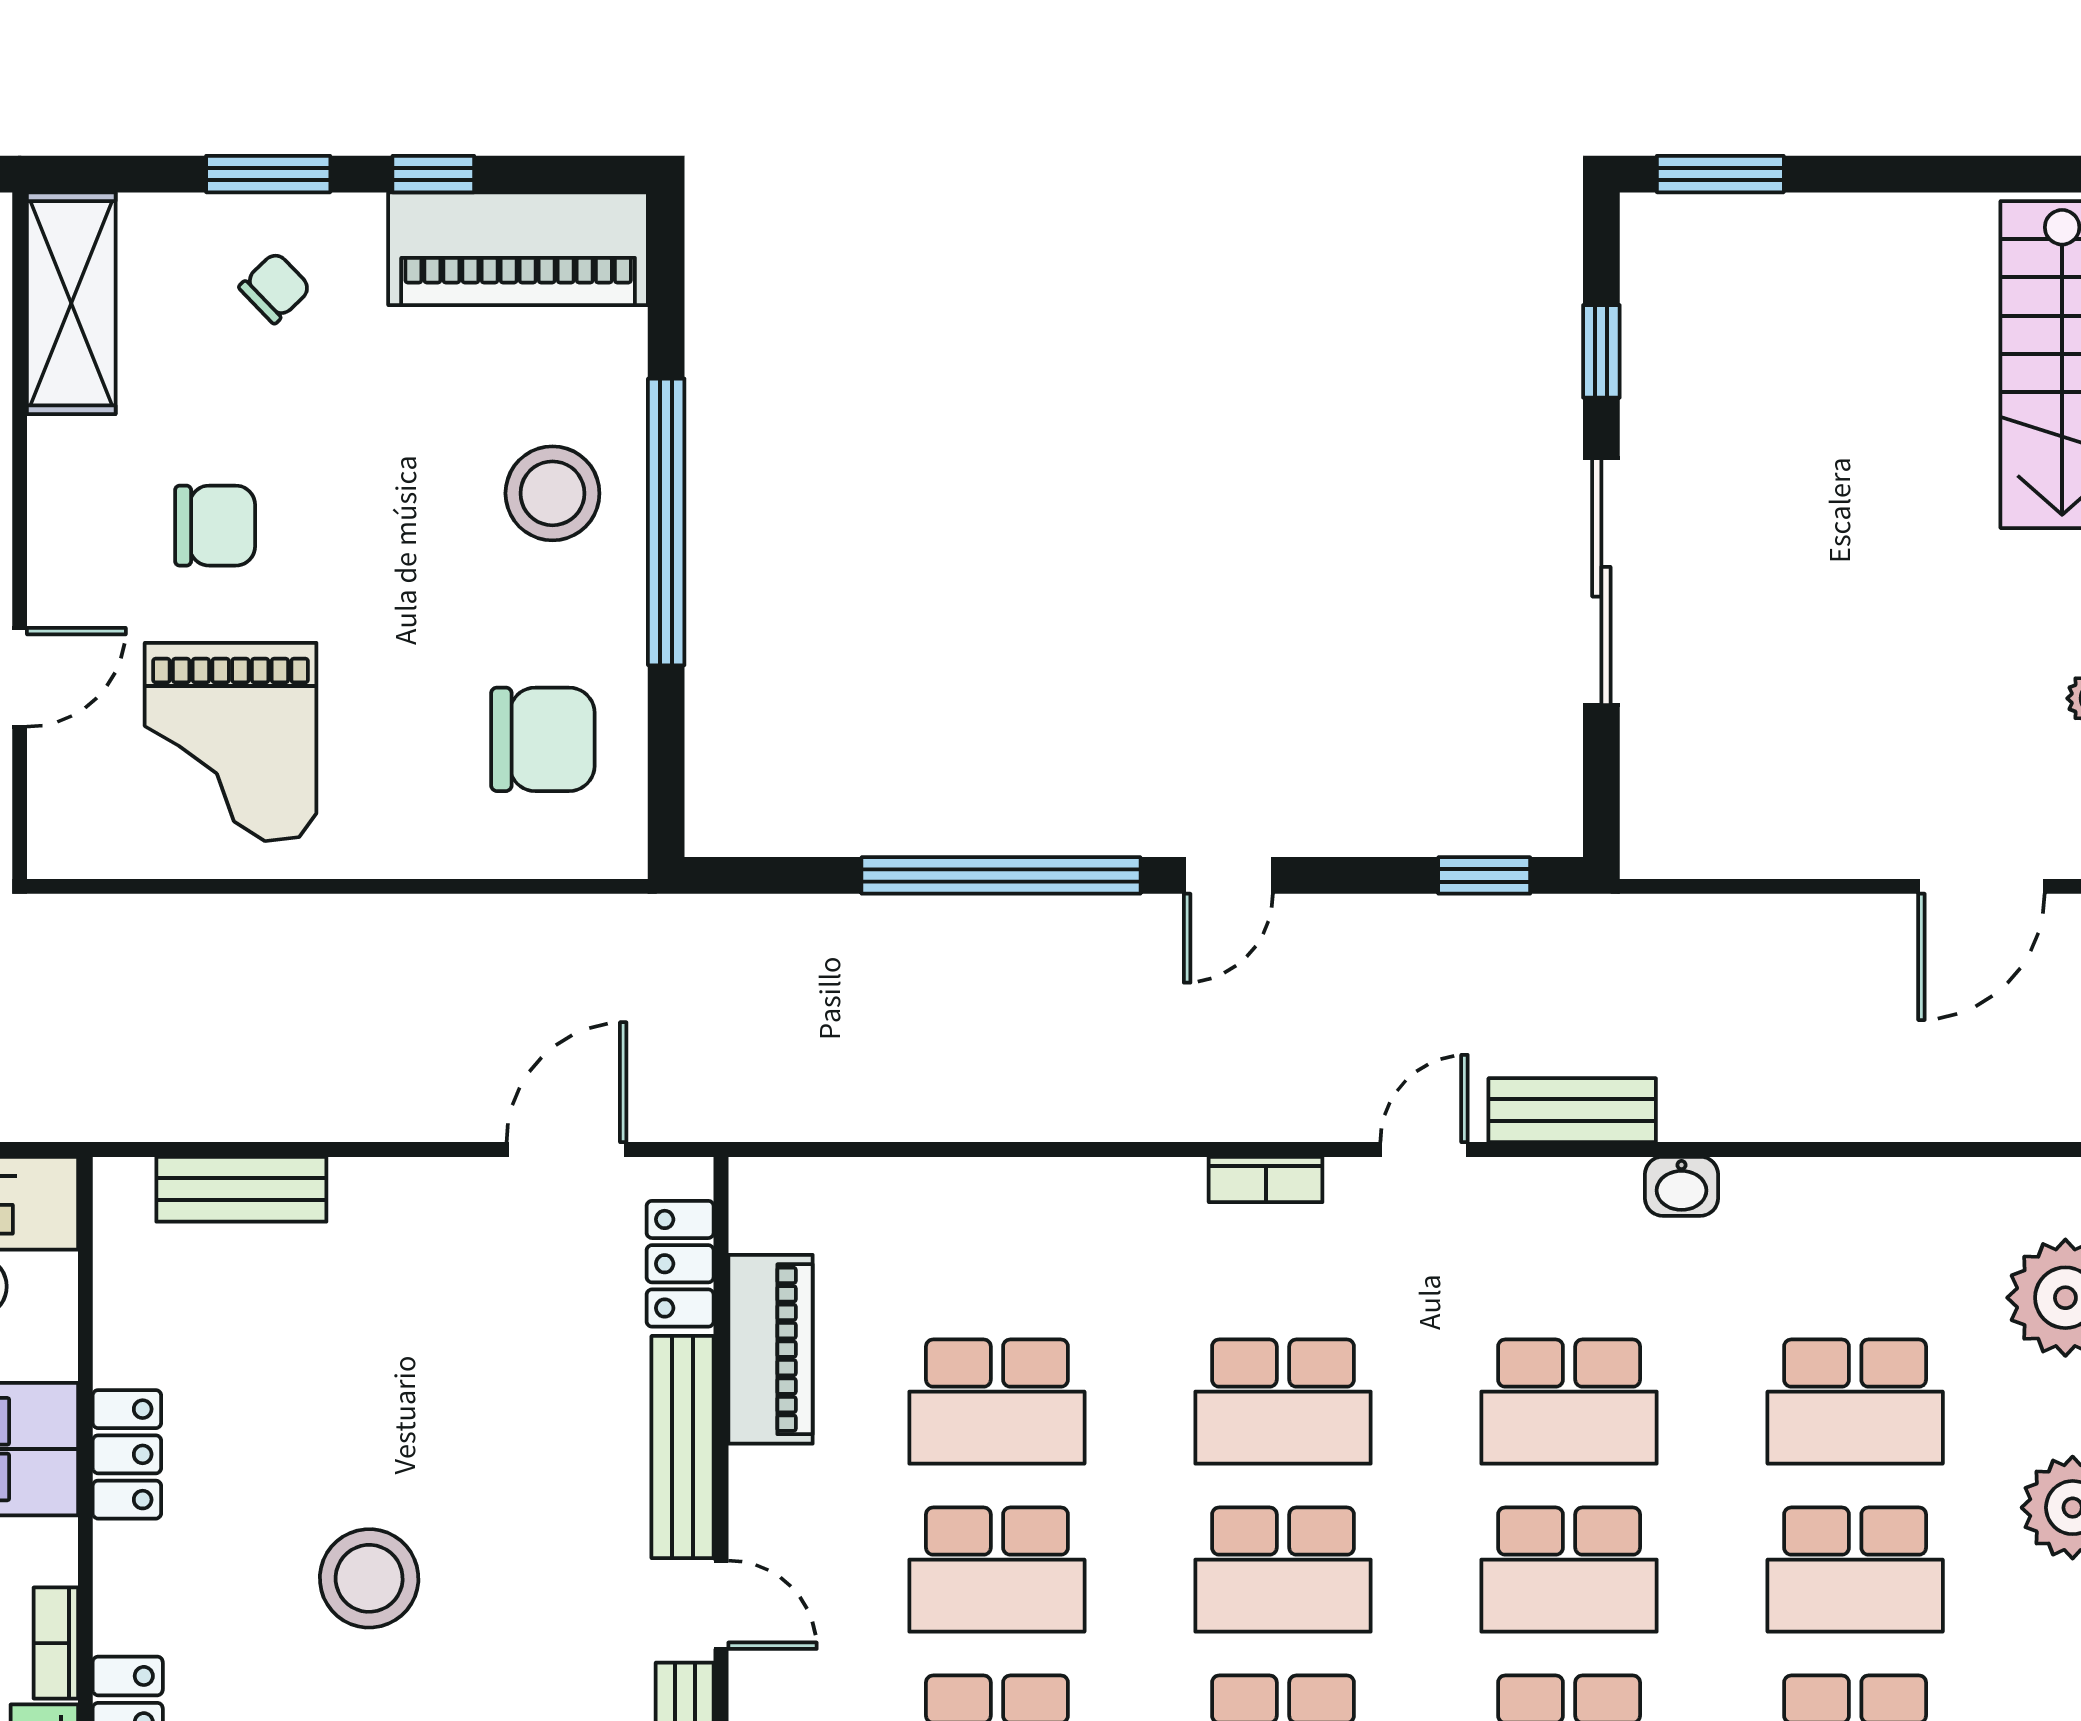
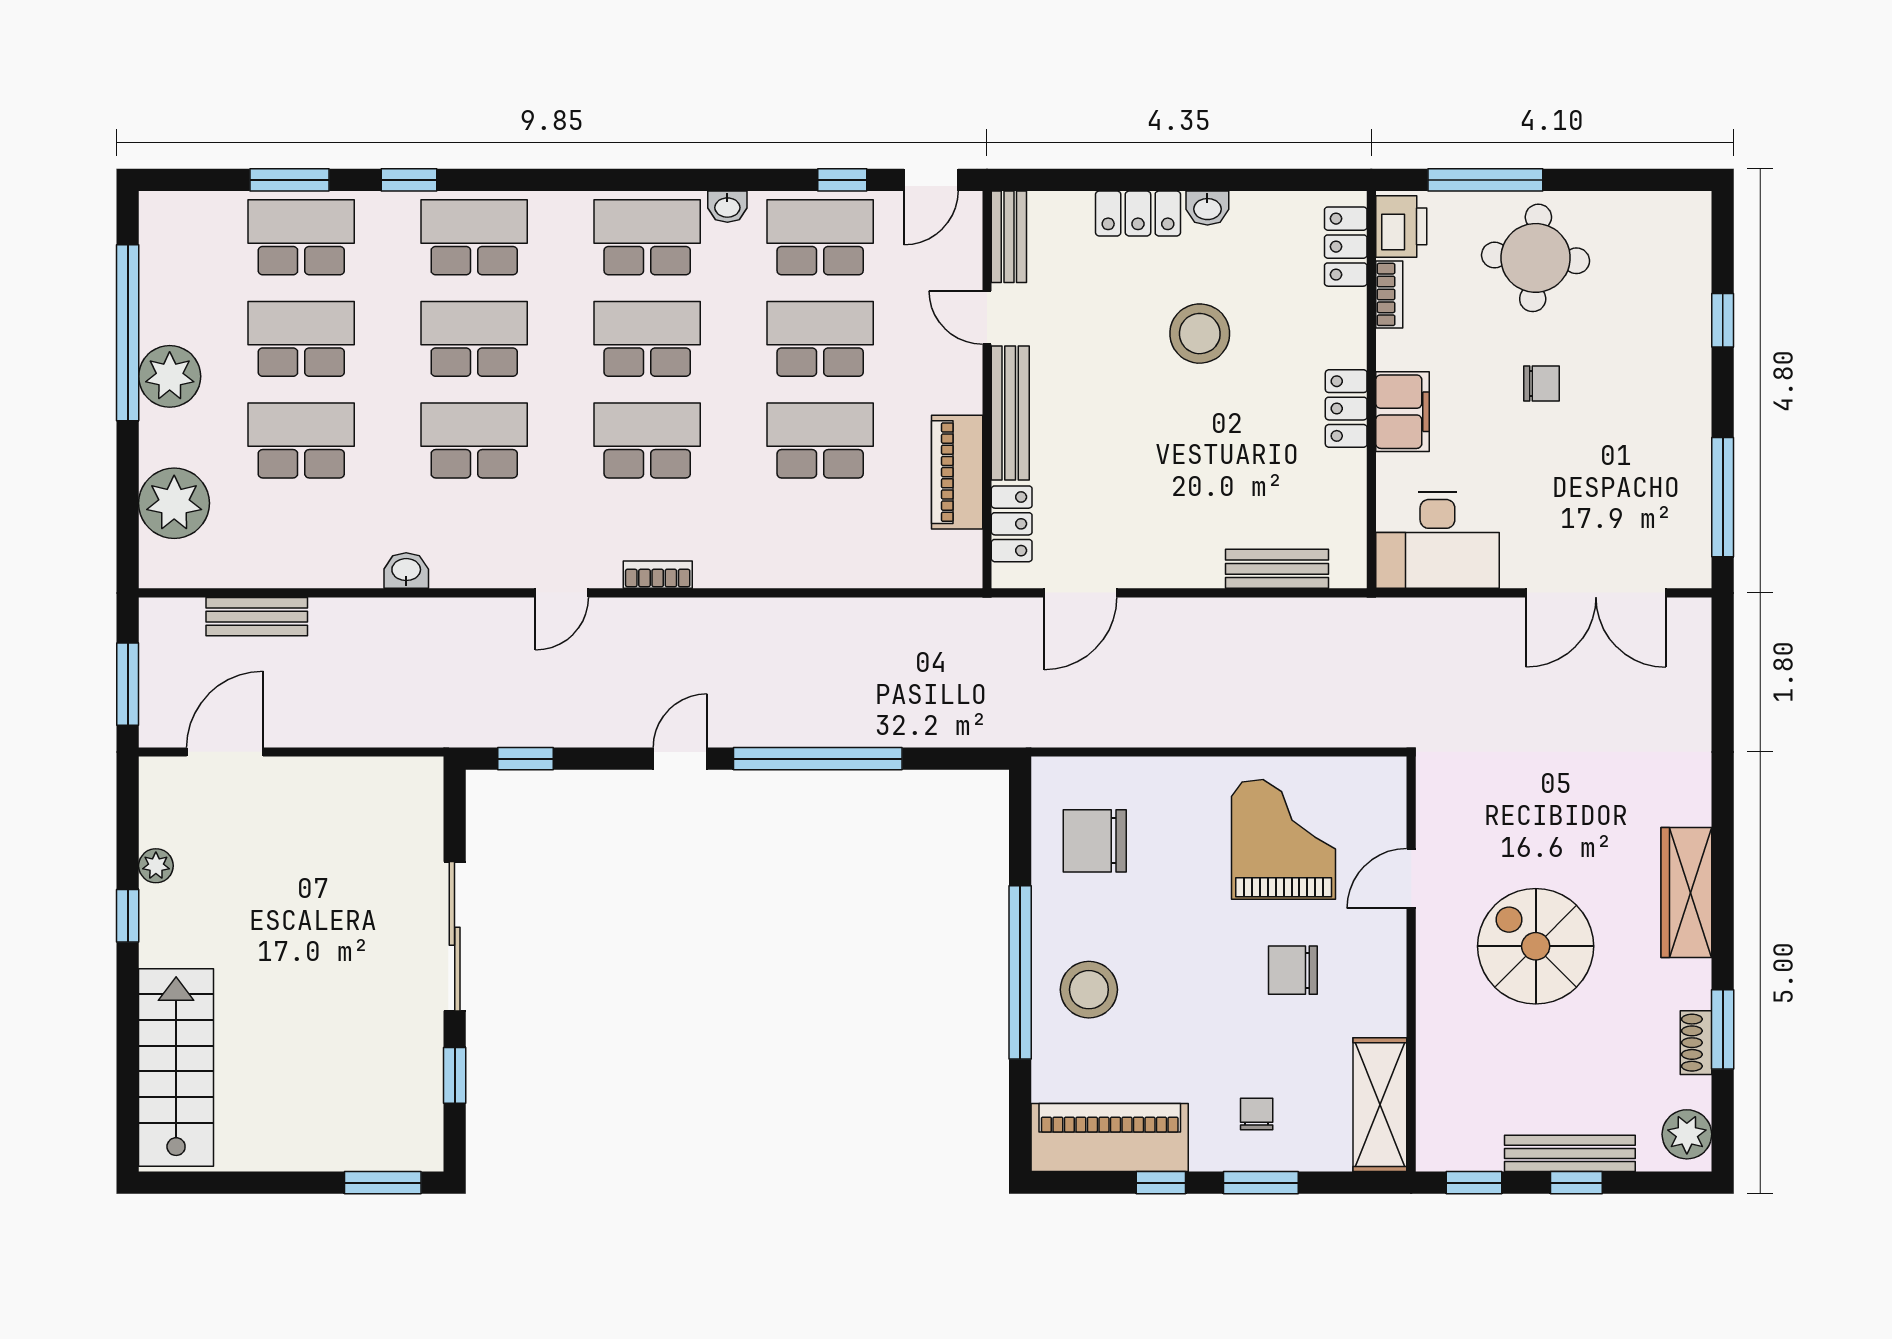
chair: (275, 288) -> (1257, 1114), turned 134
bench: (1572, 1110) -> (257, 617), moved

